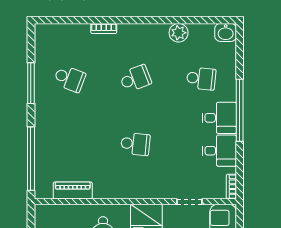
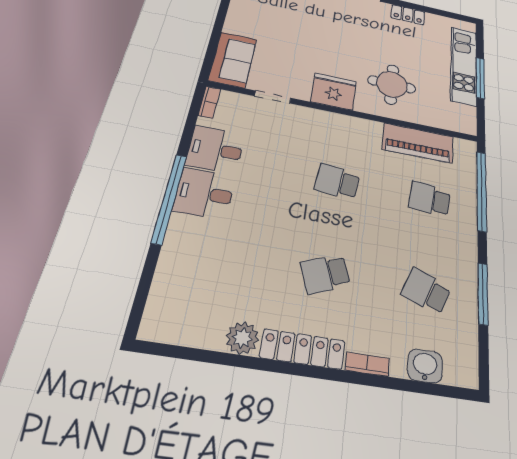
locker: (143, 32) -> (303, 349), added
washbasin: (226, 32) -> (425, 366), moved
school desk: (201, 79) -> (430, 199), moved
piano: (73, 191) -> (418, 143), width x1.37, depth x1.33

